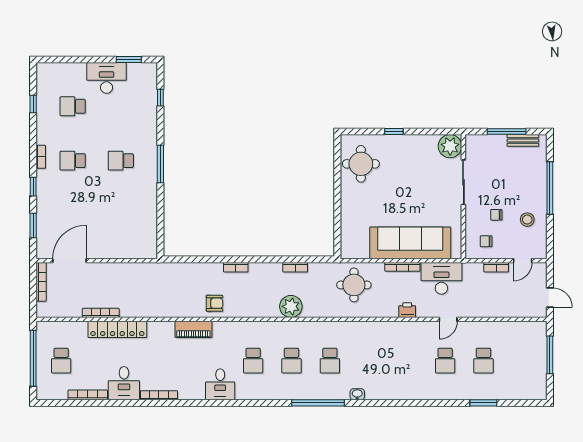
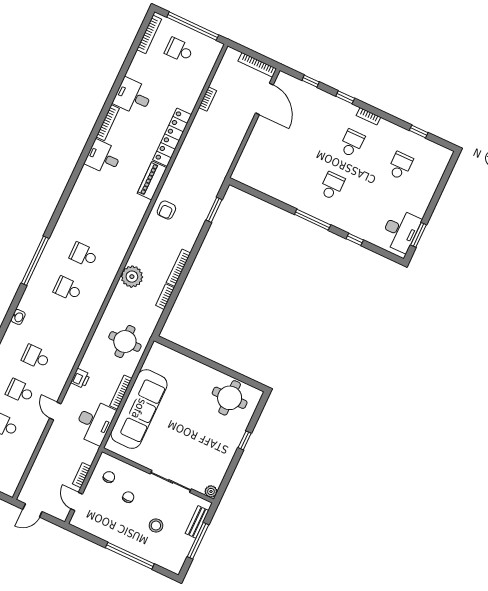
desk: (107, 78) -> (401, 231), moved
window: (160, 98) -> (355, 239), moved
bench: (523, 140) -> (197, 522), moved
plant: (450, 146) -> (211, 491), width x0.53, depth x0.53
stool: (527, 220) -> (156, 526), moved
window: (33, 225) -> (311, 81), width x0.67
window: (194, 259) -> (214, 210), added
bookcase: (236, 267) -> (178, 268), moved, width x1.56
bookcase: (101, 313) -> (208, 99), width x0.64
locker: (117, 329) -> (172, 137), moved
school desk: (253, 361) -> (36, 357), moved
desk: (220, 384) -> (103, 157), moved
washbasin: (357, 394) -> (18, 317), moved
bookcase: (88, 395) -> (149, 34), moved

